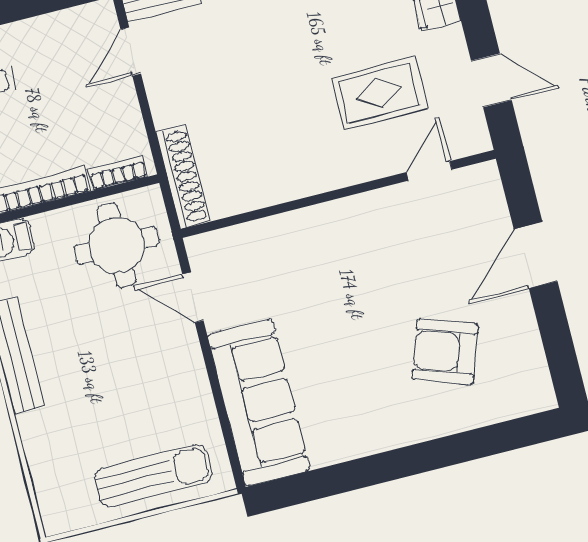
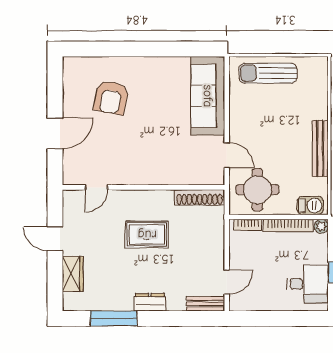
door: (491, 80) -> (55, 239), moved
rug: (379, 93) -> (147, 235), moved
shoe rack: (183, 177) -> (200, 197), moved, turned -90
armchair: (445, 352) -> (111, 98), turned 82

